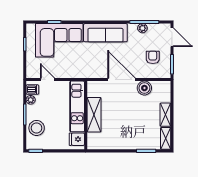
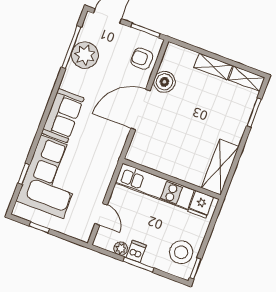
plant: (142, 28) -> (85, 55), width x1.87, depth x1.87
sofa: (105, 33) -> (63, 116), width x0.73
armchair: (153, 57) -> (142, 59), moved
door: (47, 80) -> (101, 214), swing flipped
dishwasher: (32, 90) -> (136, 251), moved
shelving: (94, 115) -> (220, 167), moved, turned 90
stool: (37, 128) -> (181, 252), moved

